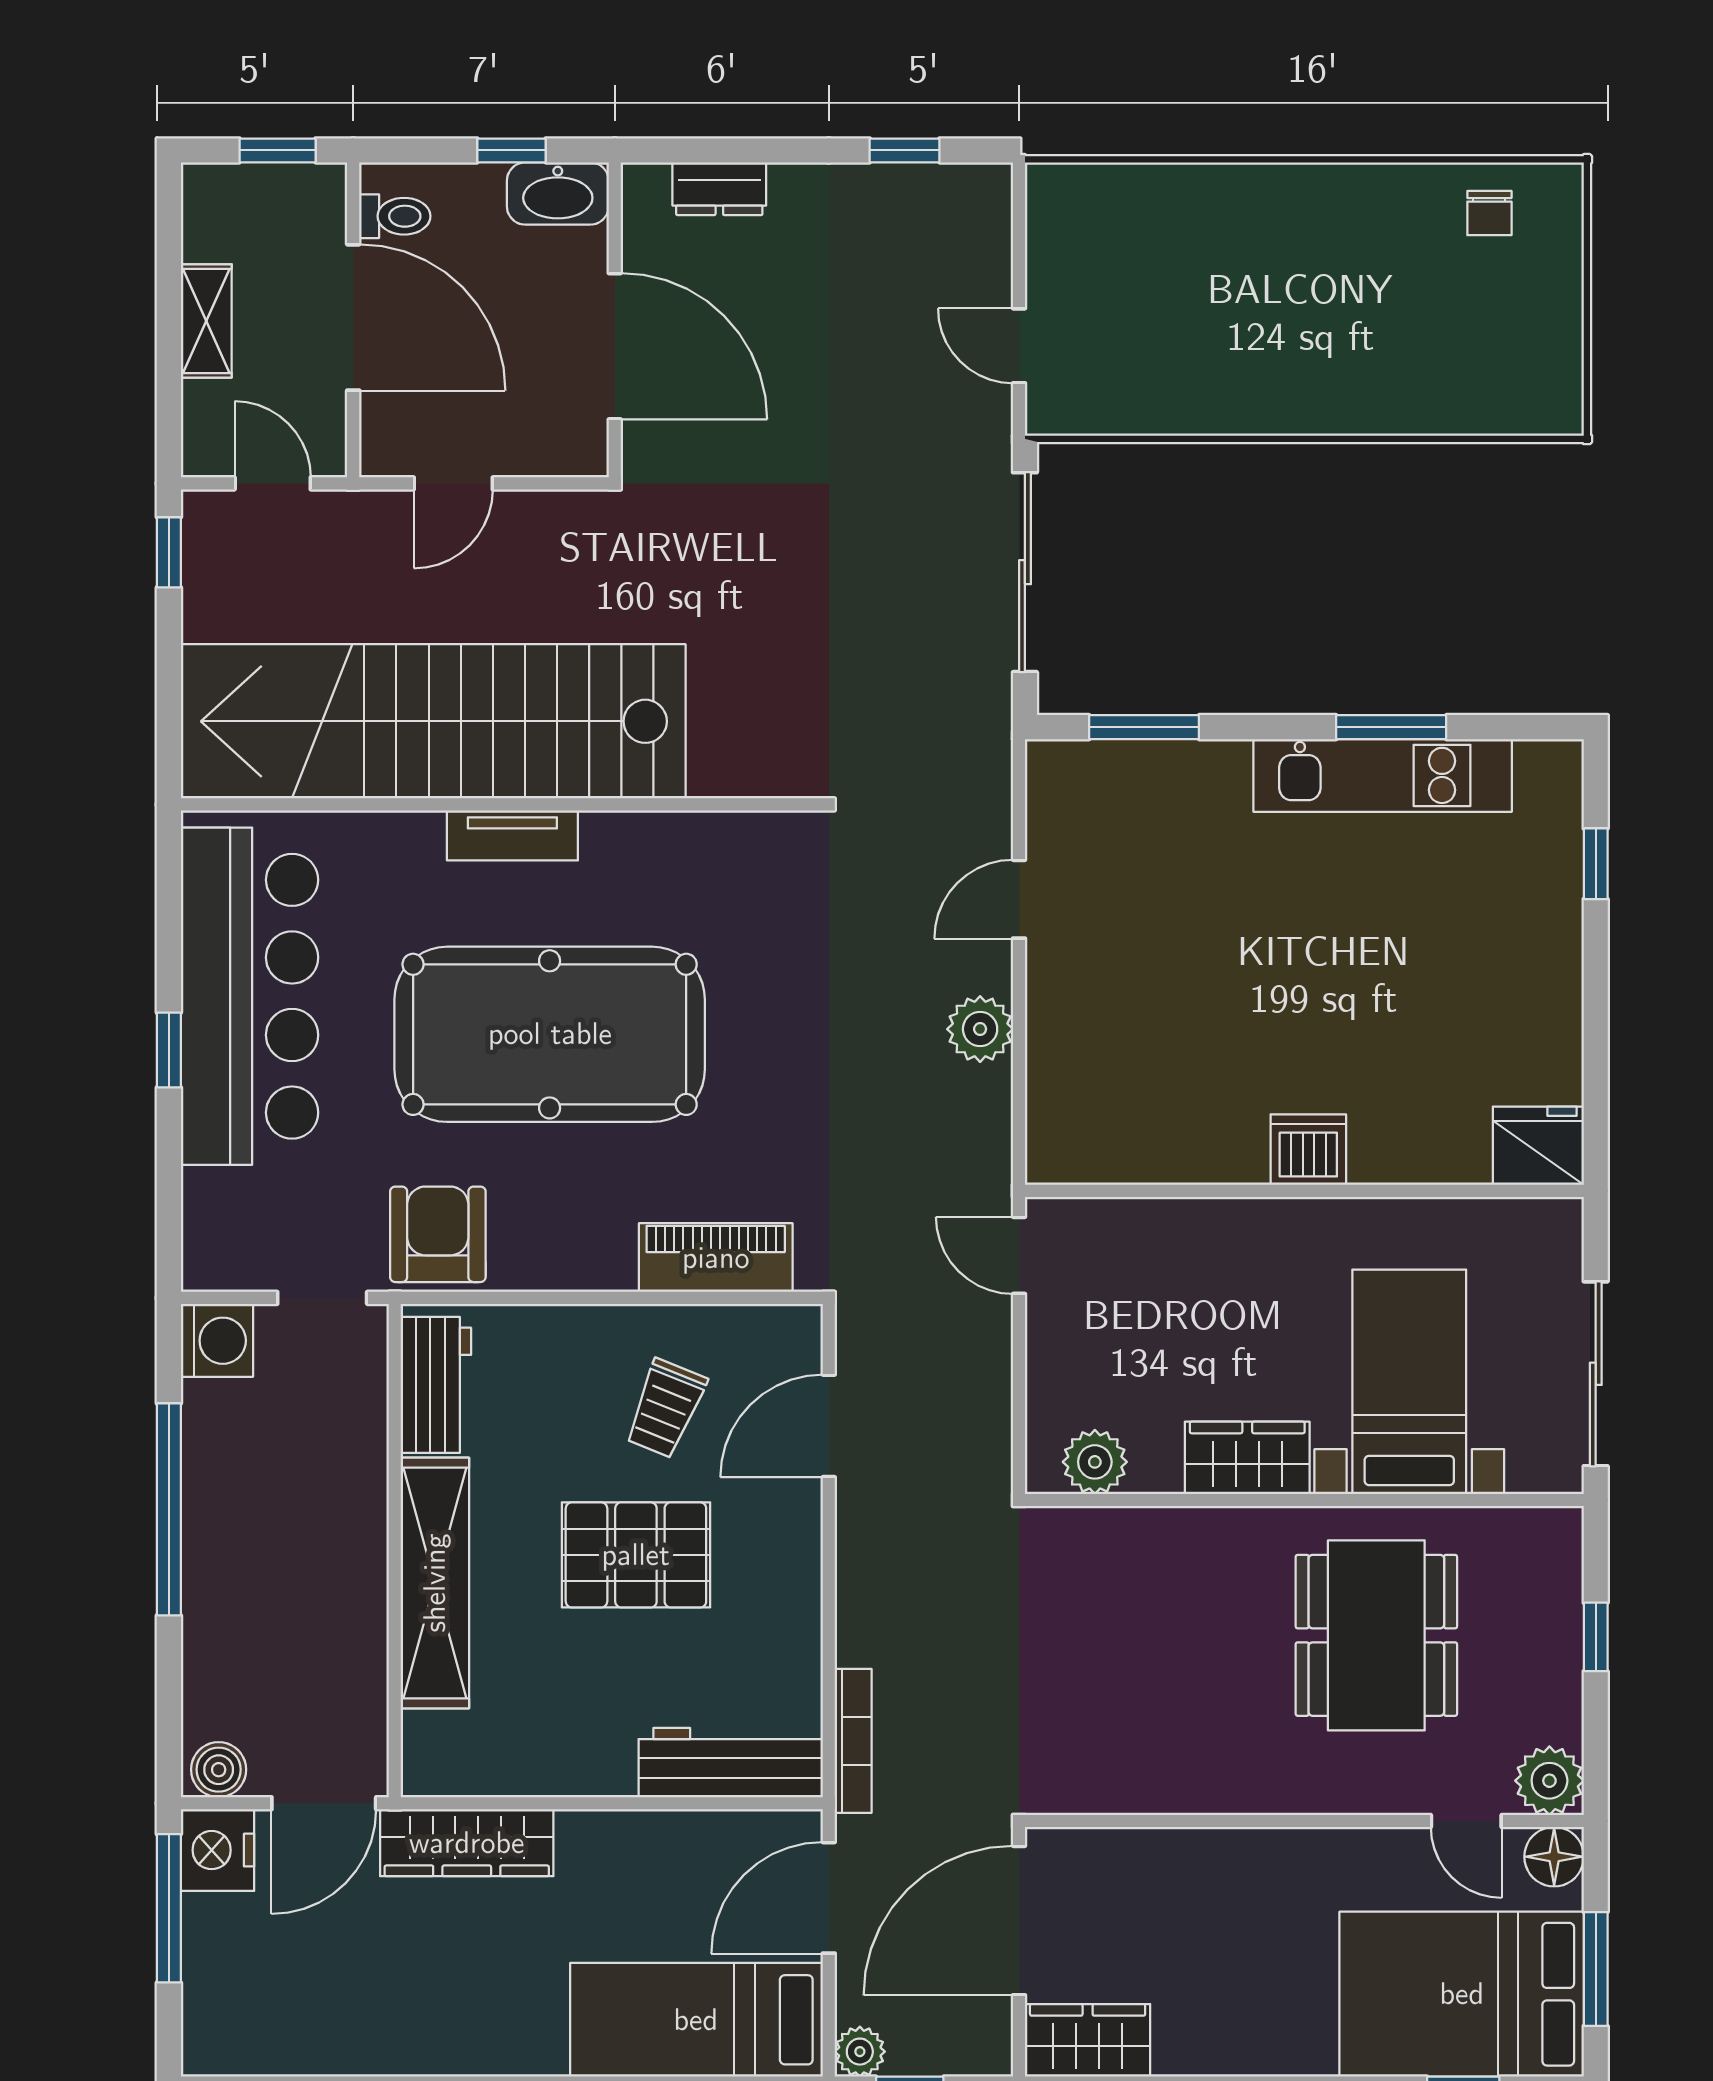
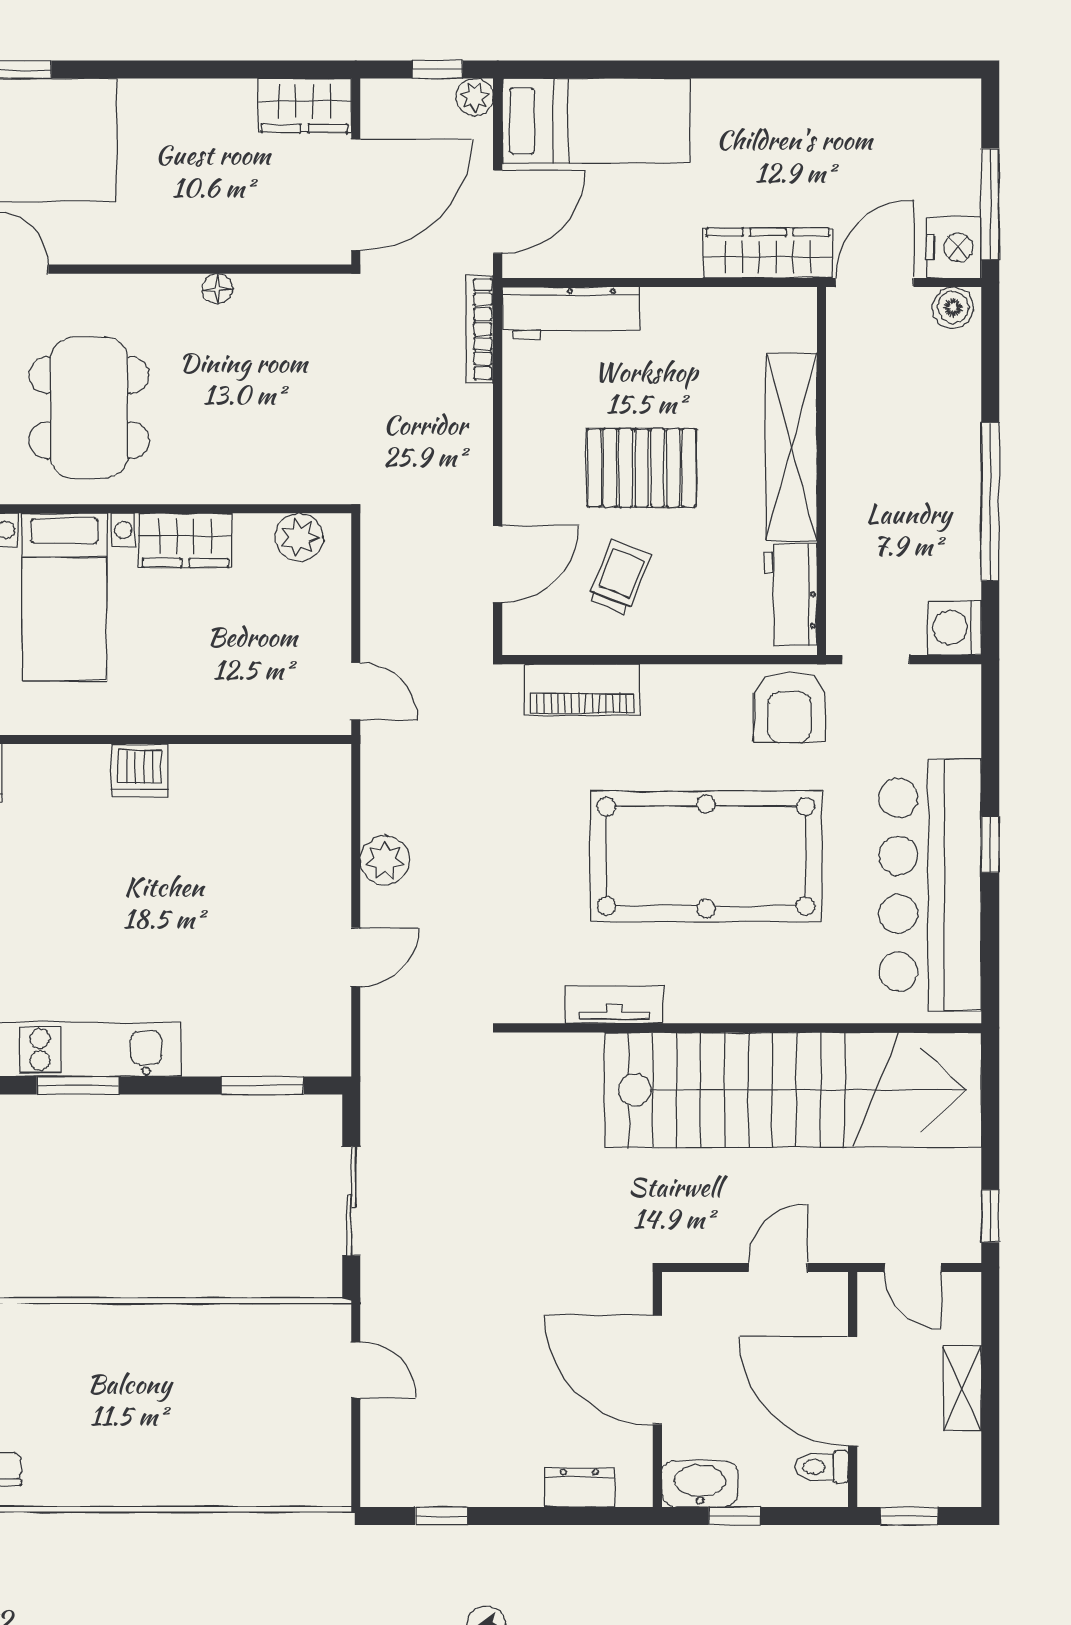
sliding door: (1025, 572) -> (351, 1201), width x0.73
tv unit: (512, 835) -> (614, 1005), moved
floor lamp: (1204, 1795) -> (217, 289), added

